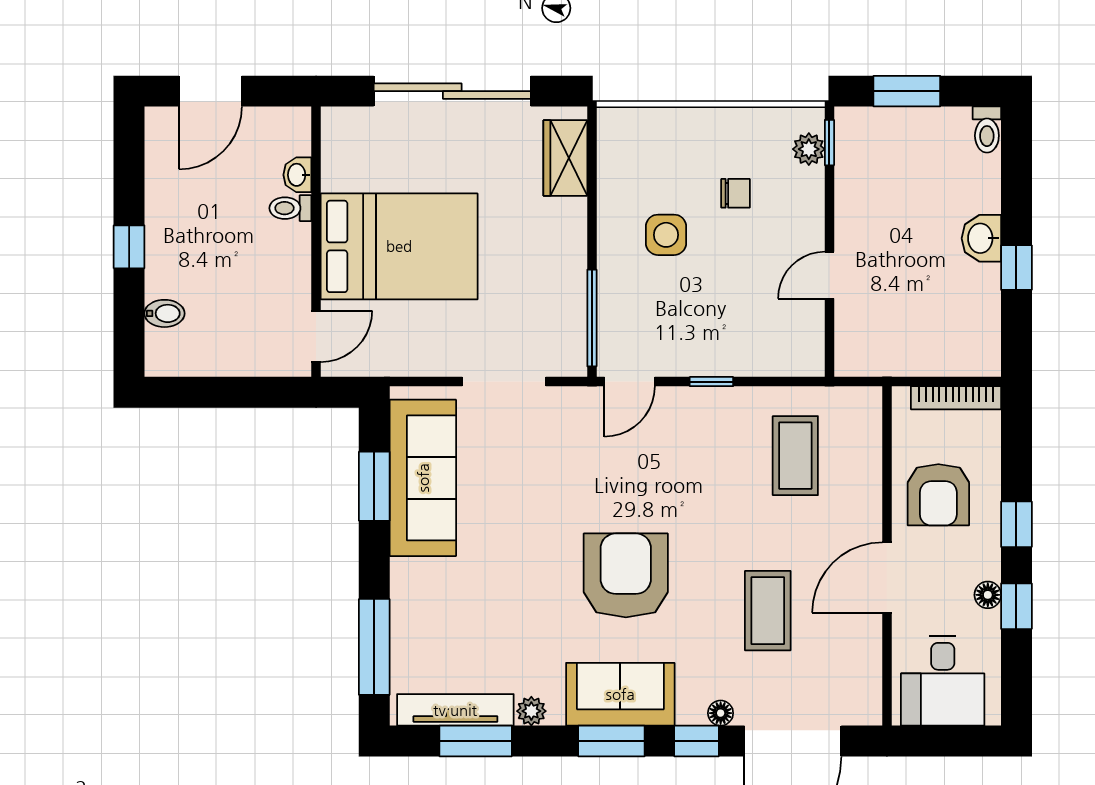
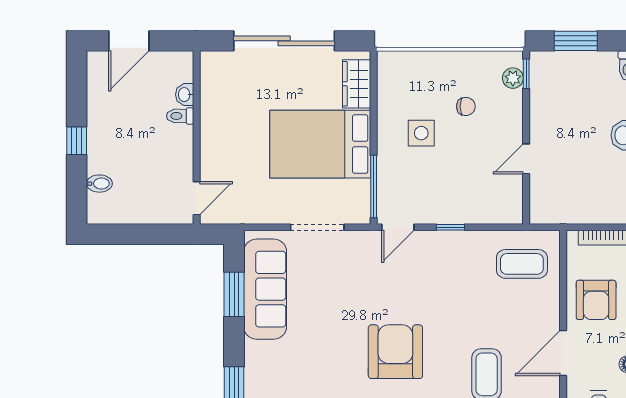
bed: (399, 246) -> (320, 144), moved, turned 180
coffee table: (795, 456) -> (522, 264), moved, turned 90

